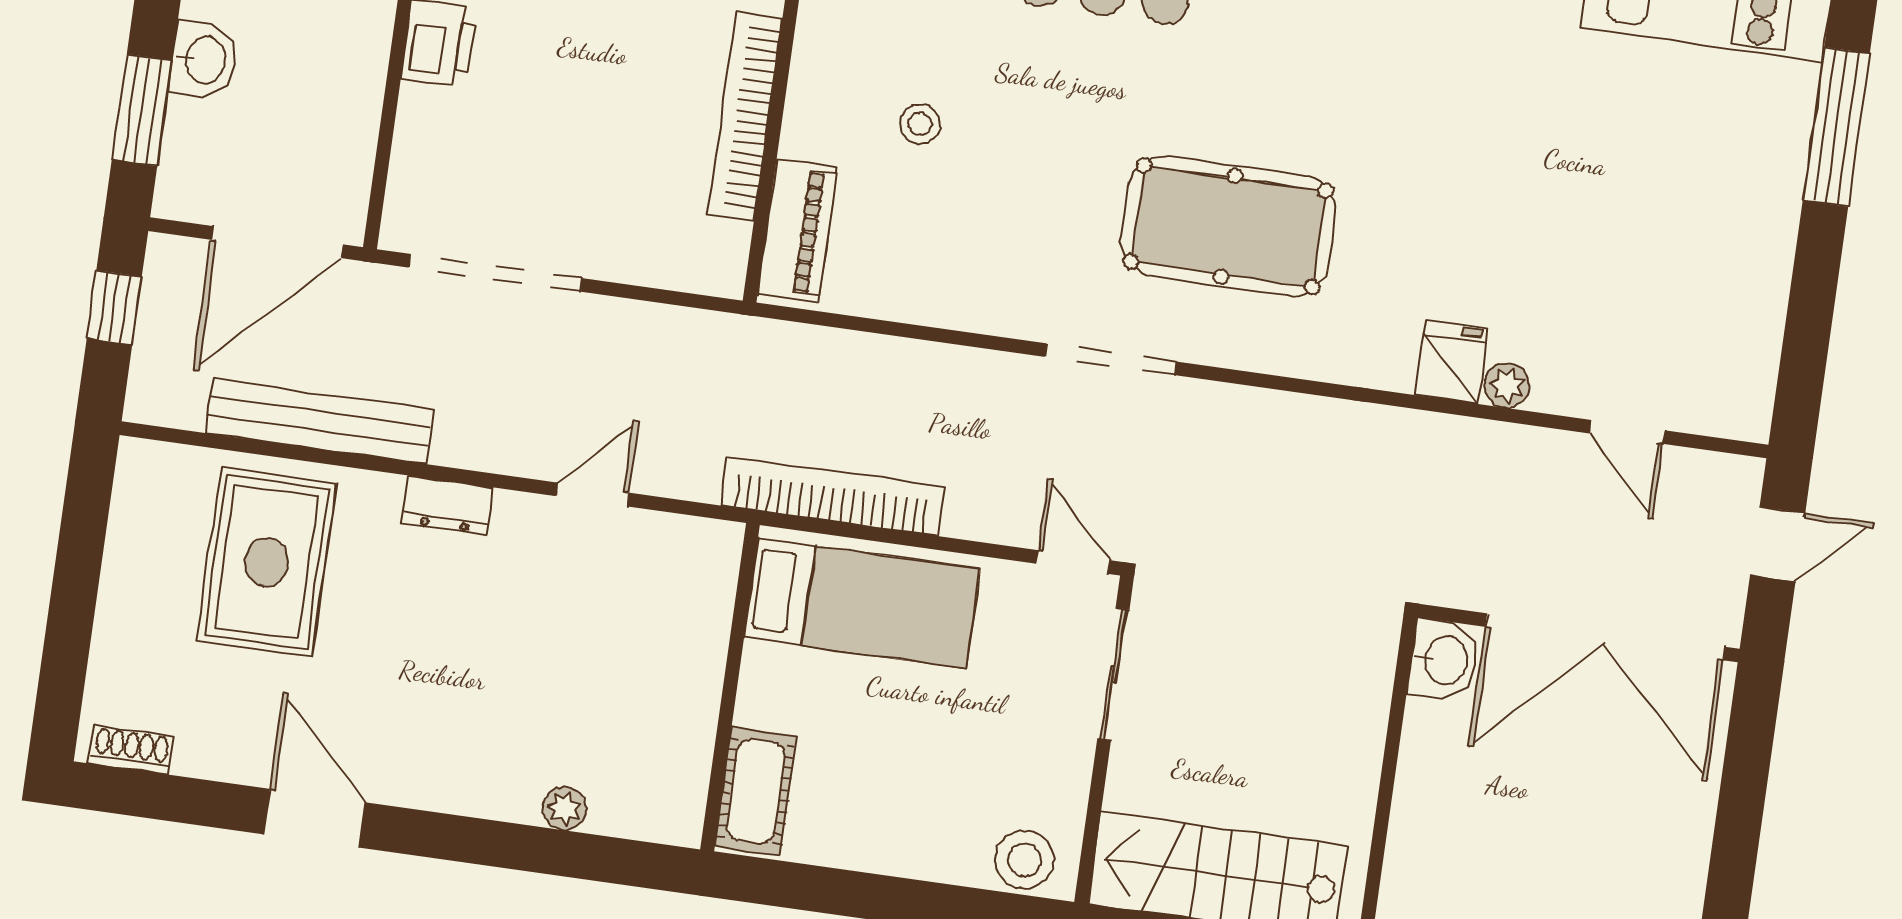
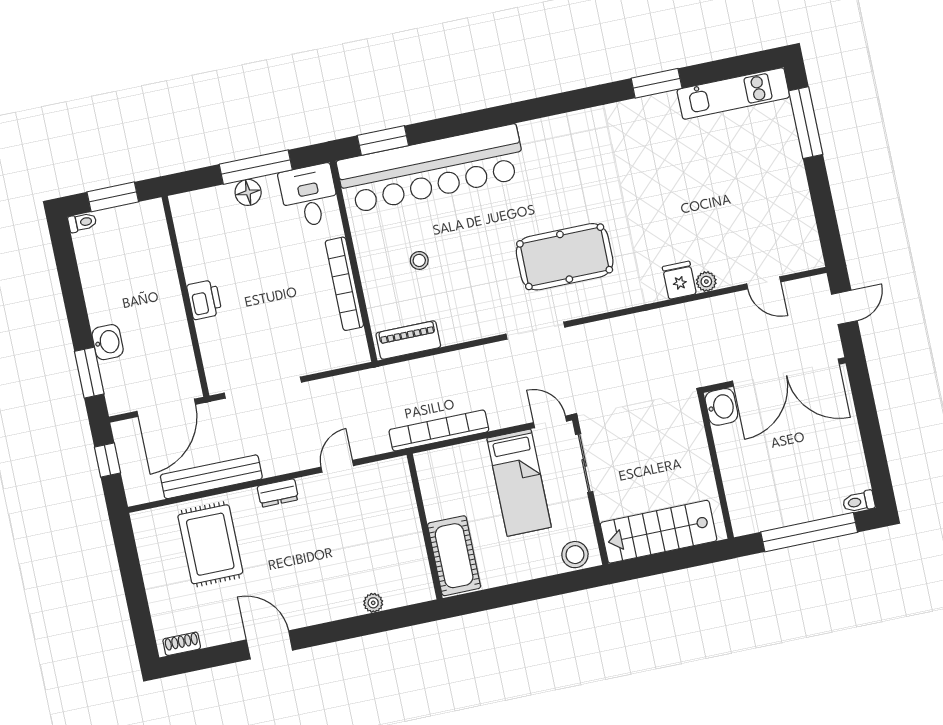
piano: (797, 231) -> (408, 340), moved, turned -90
bed: (862, 603) -> (519, 483), moved, turned 90
cot: (756, 791) -> (454, 556), width x1.37, depth x1.34

